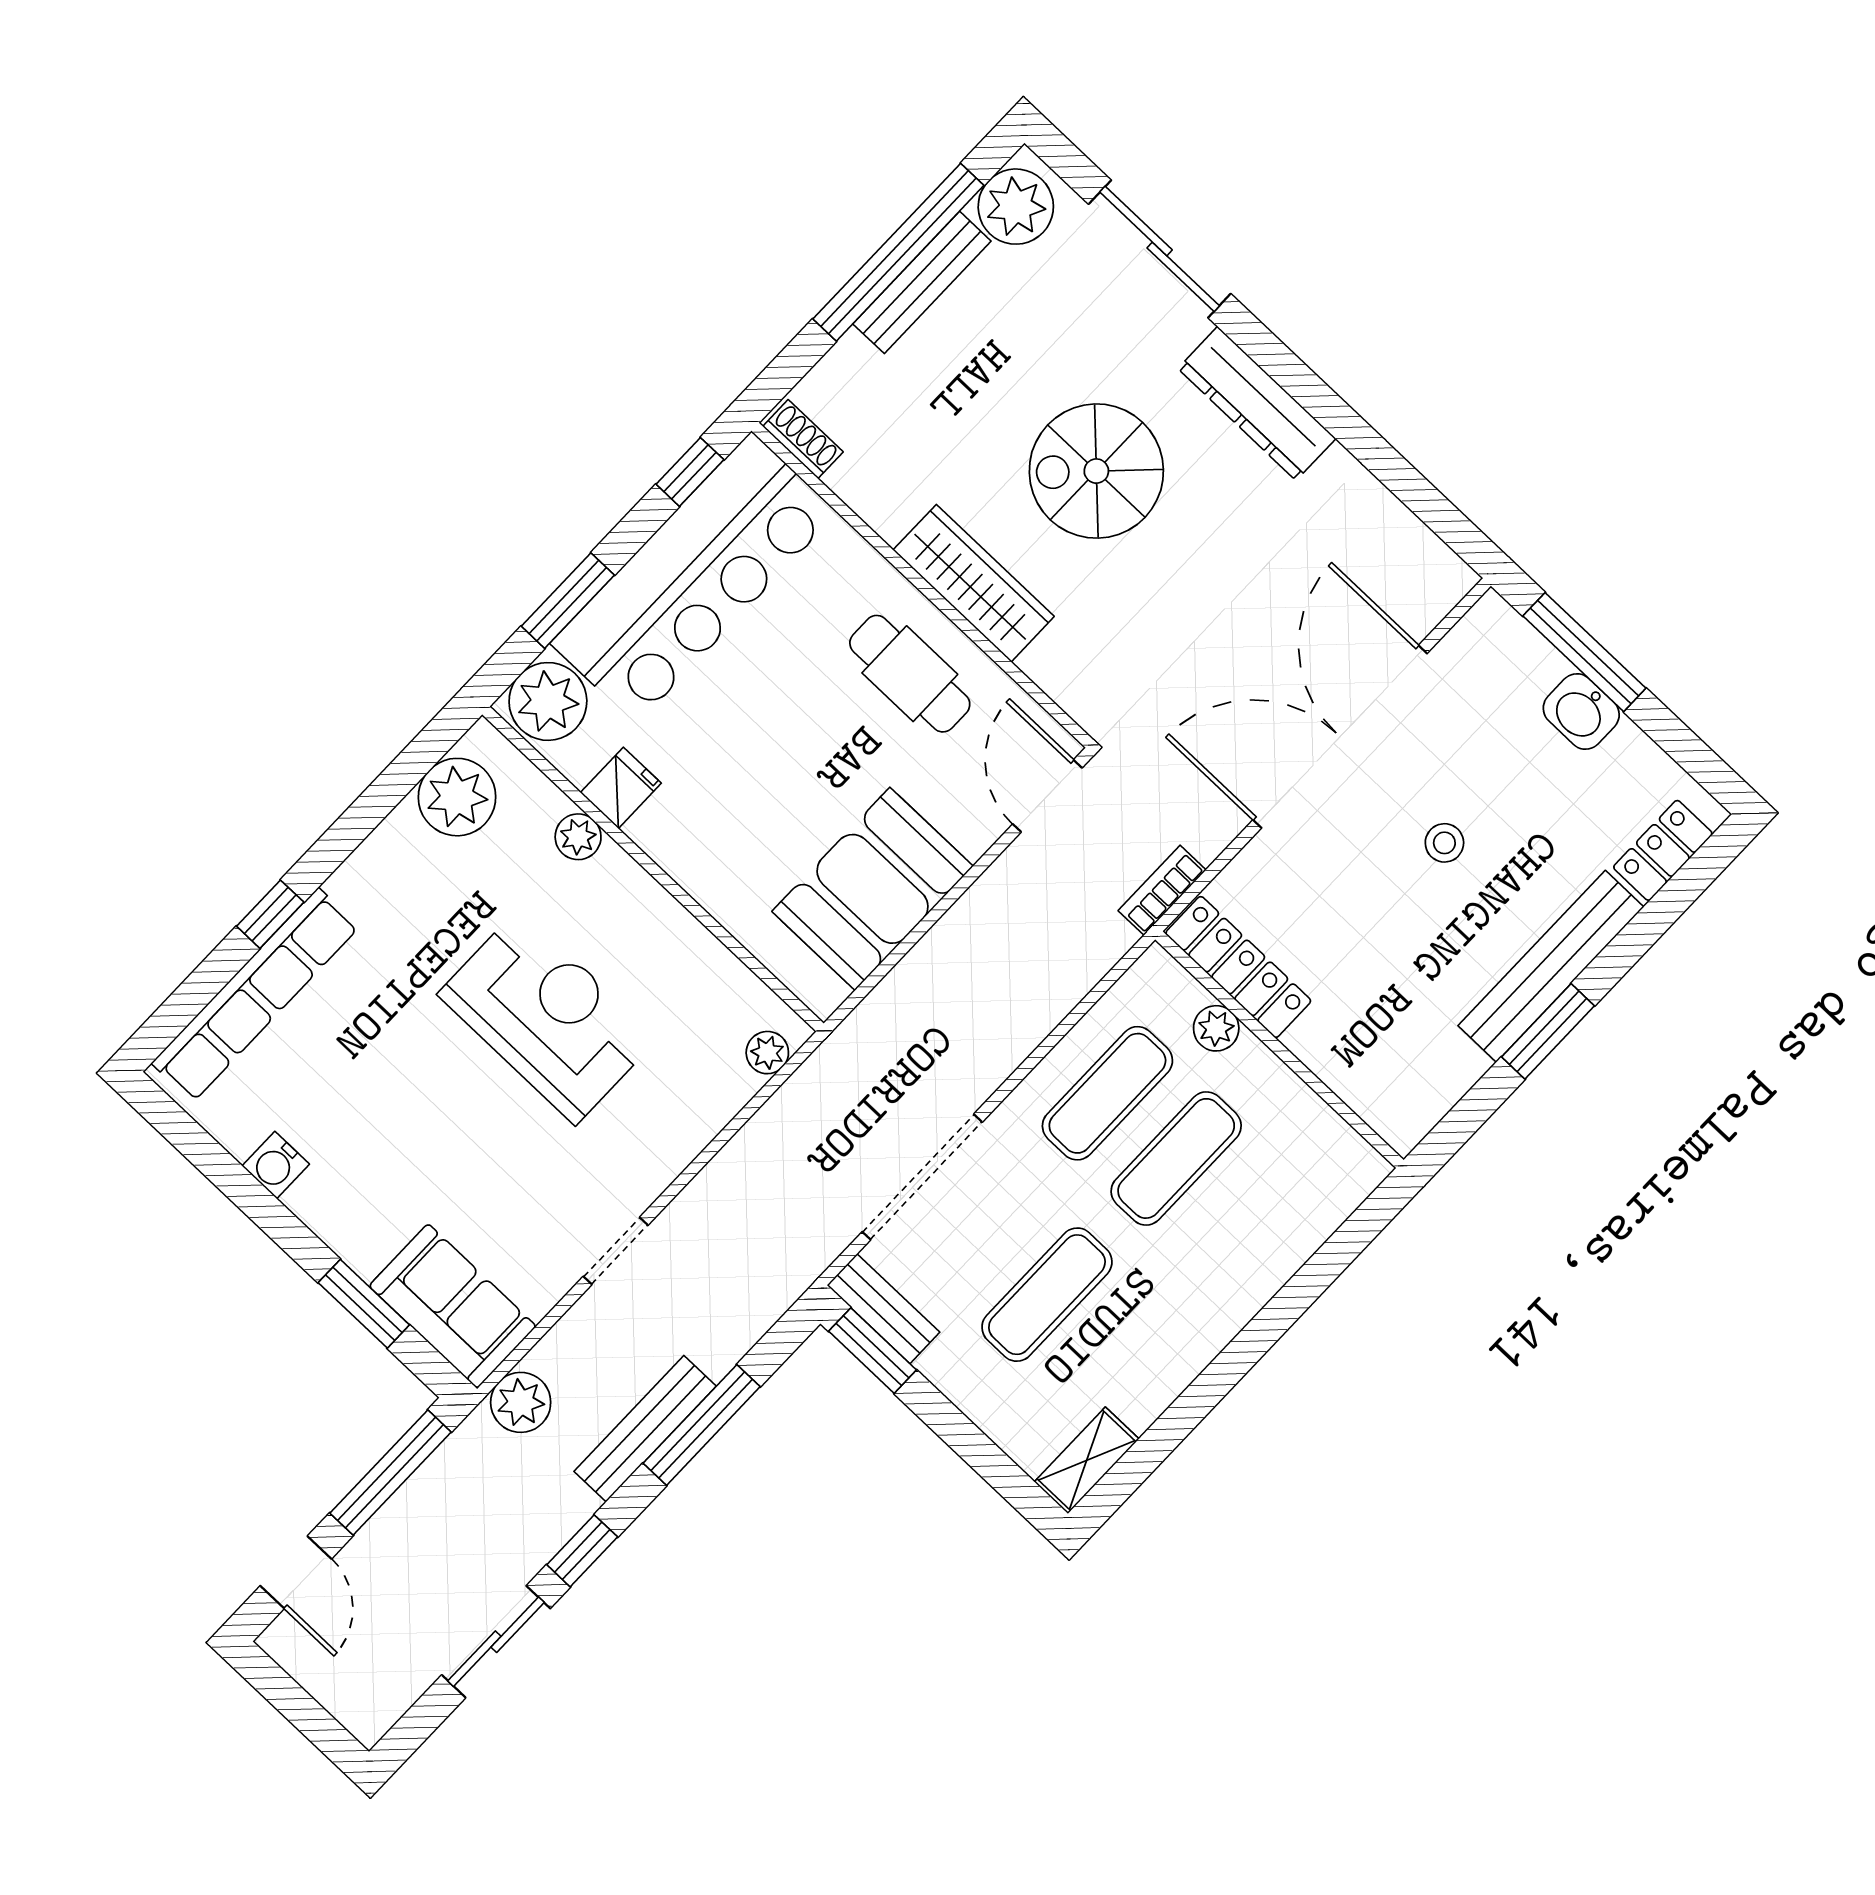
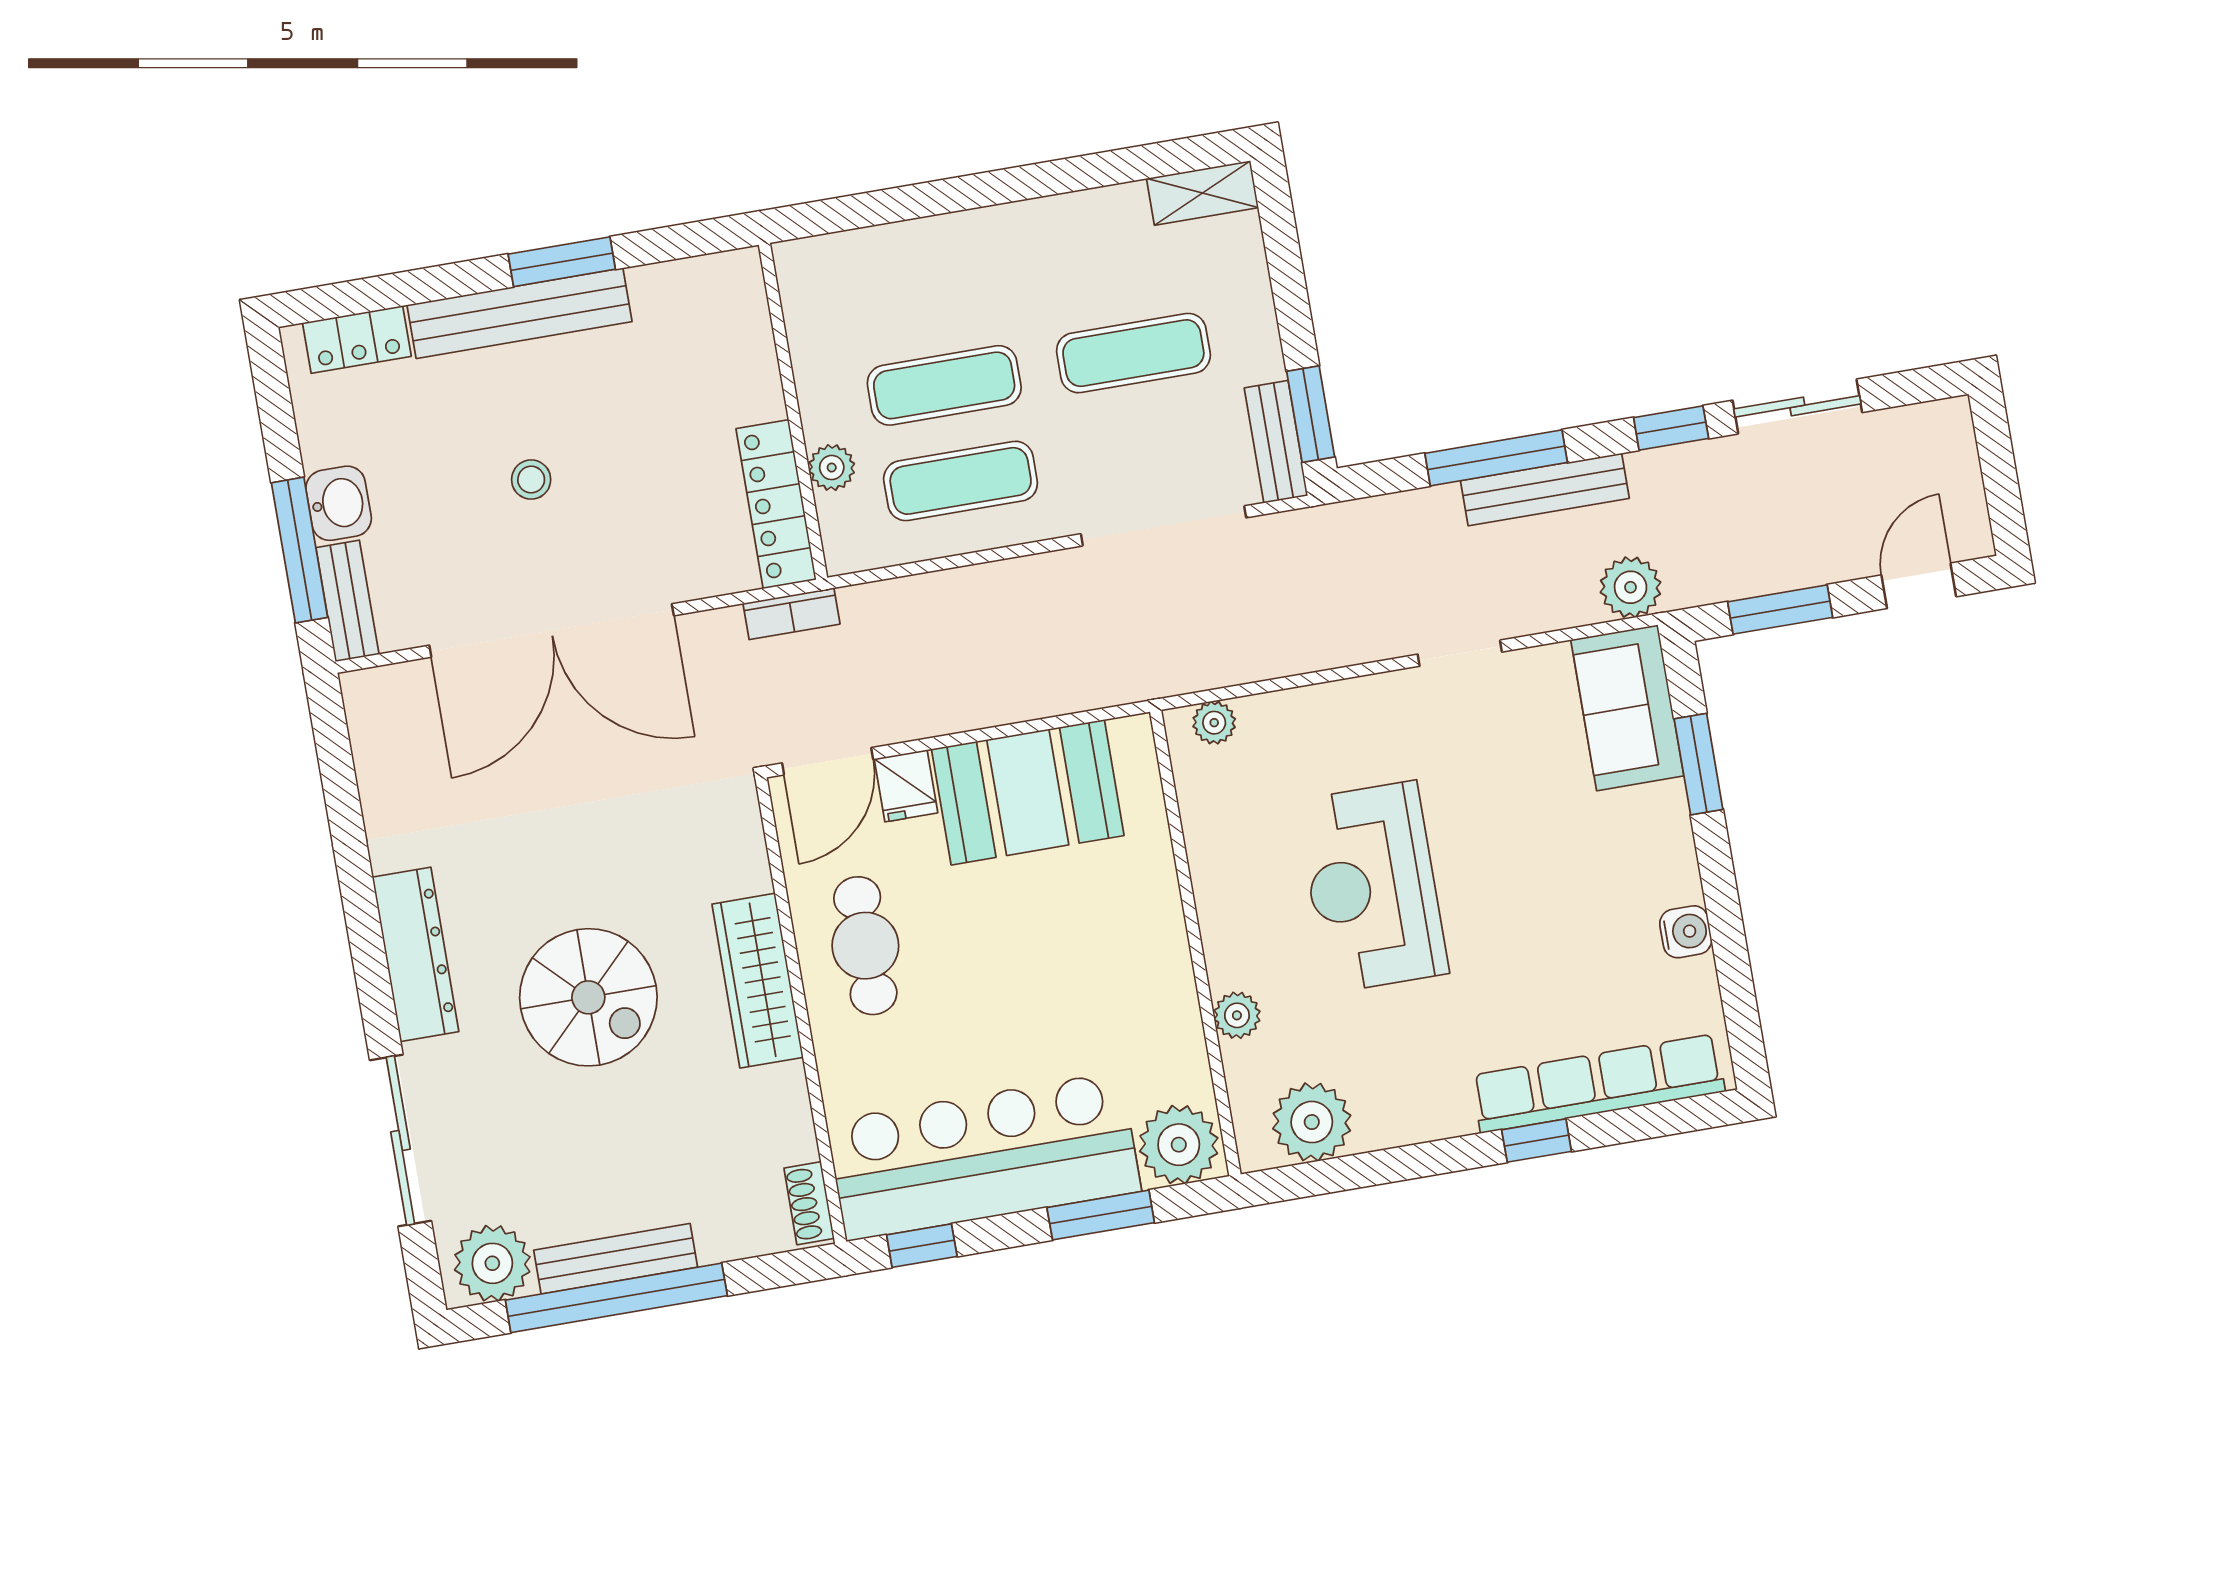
bench: (1517, 640) -> (347, 601), added
fridge: (621, 788) -> (906, 786), moved, turned -90
window: (391, 1473) -> (1780, 610), width x0.69

